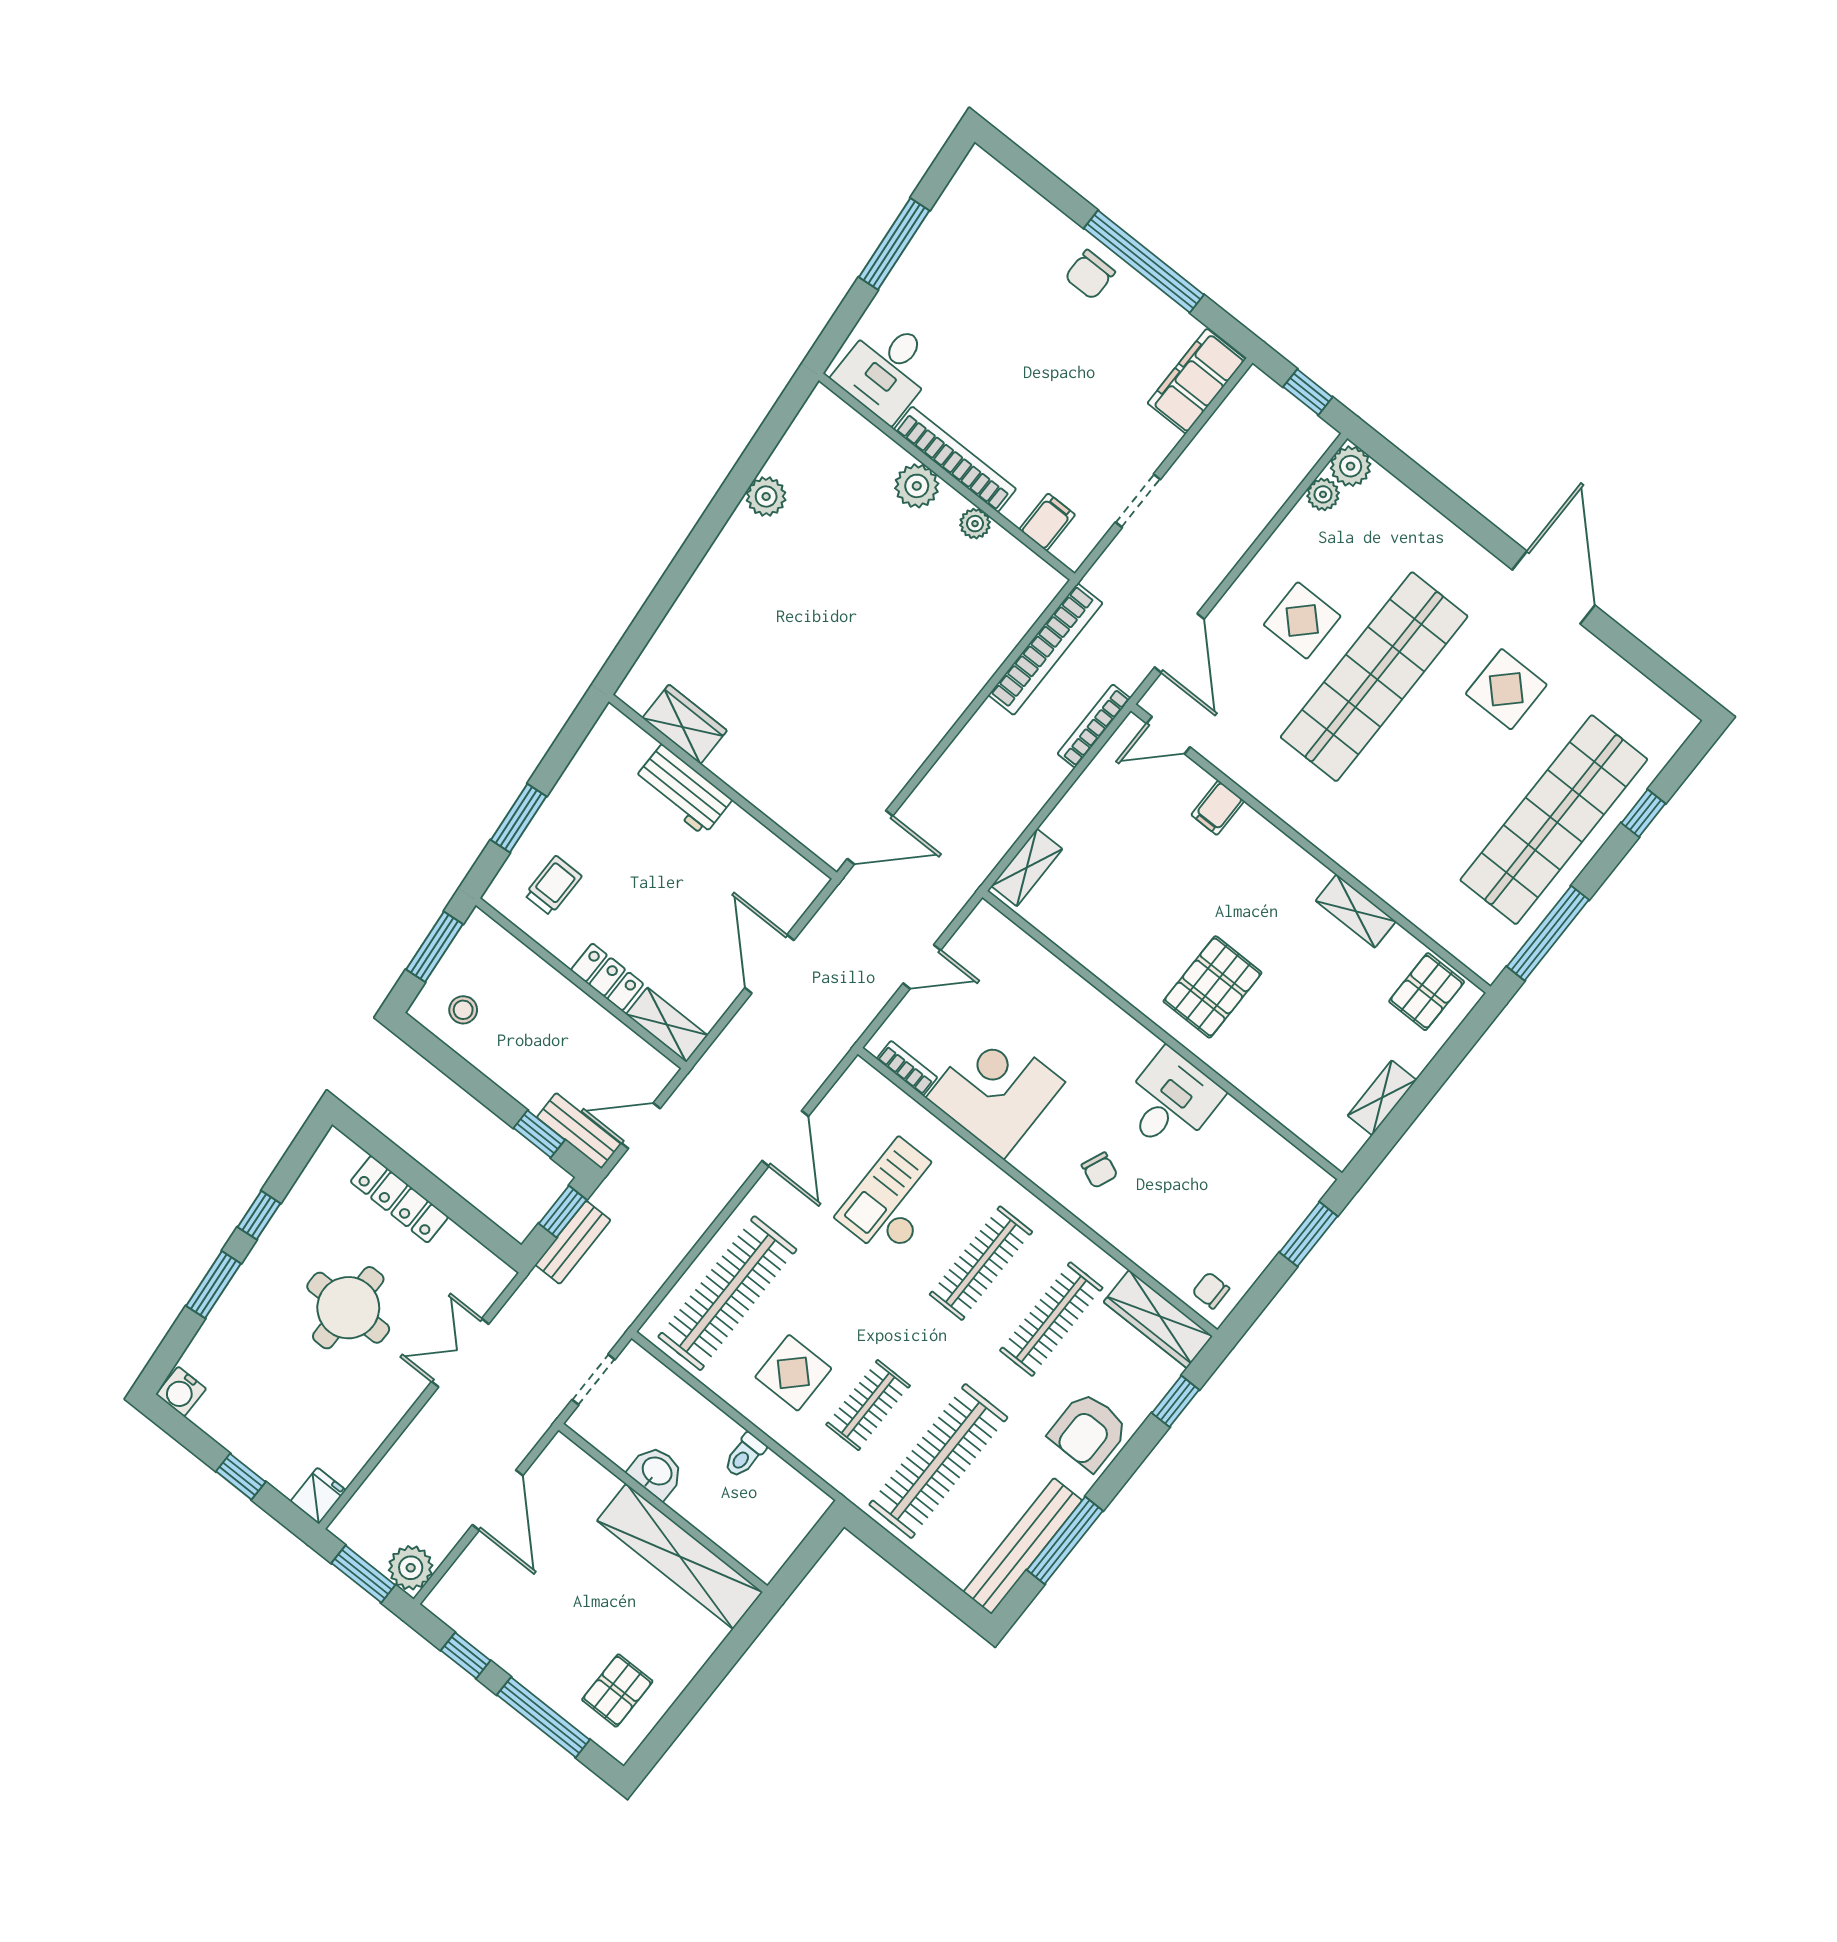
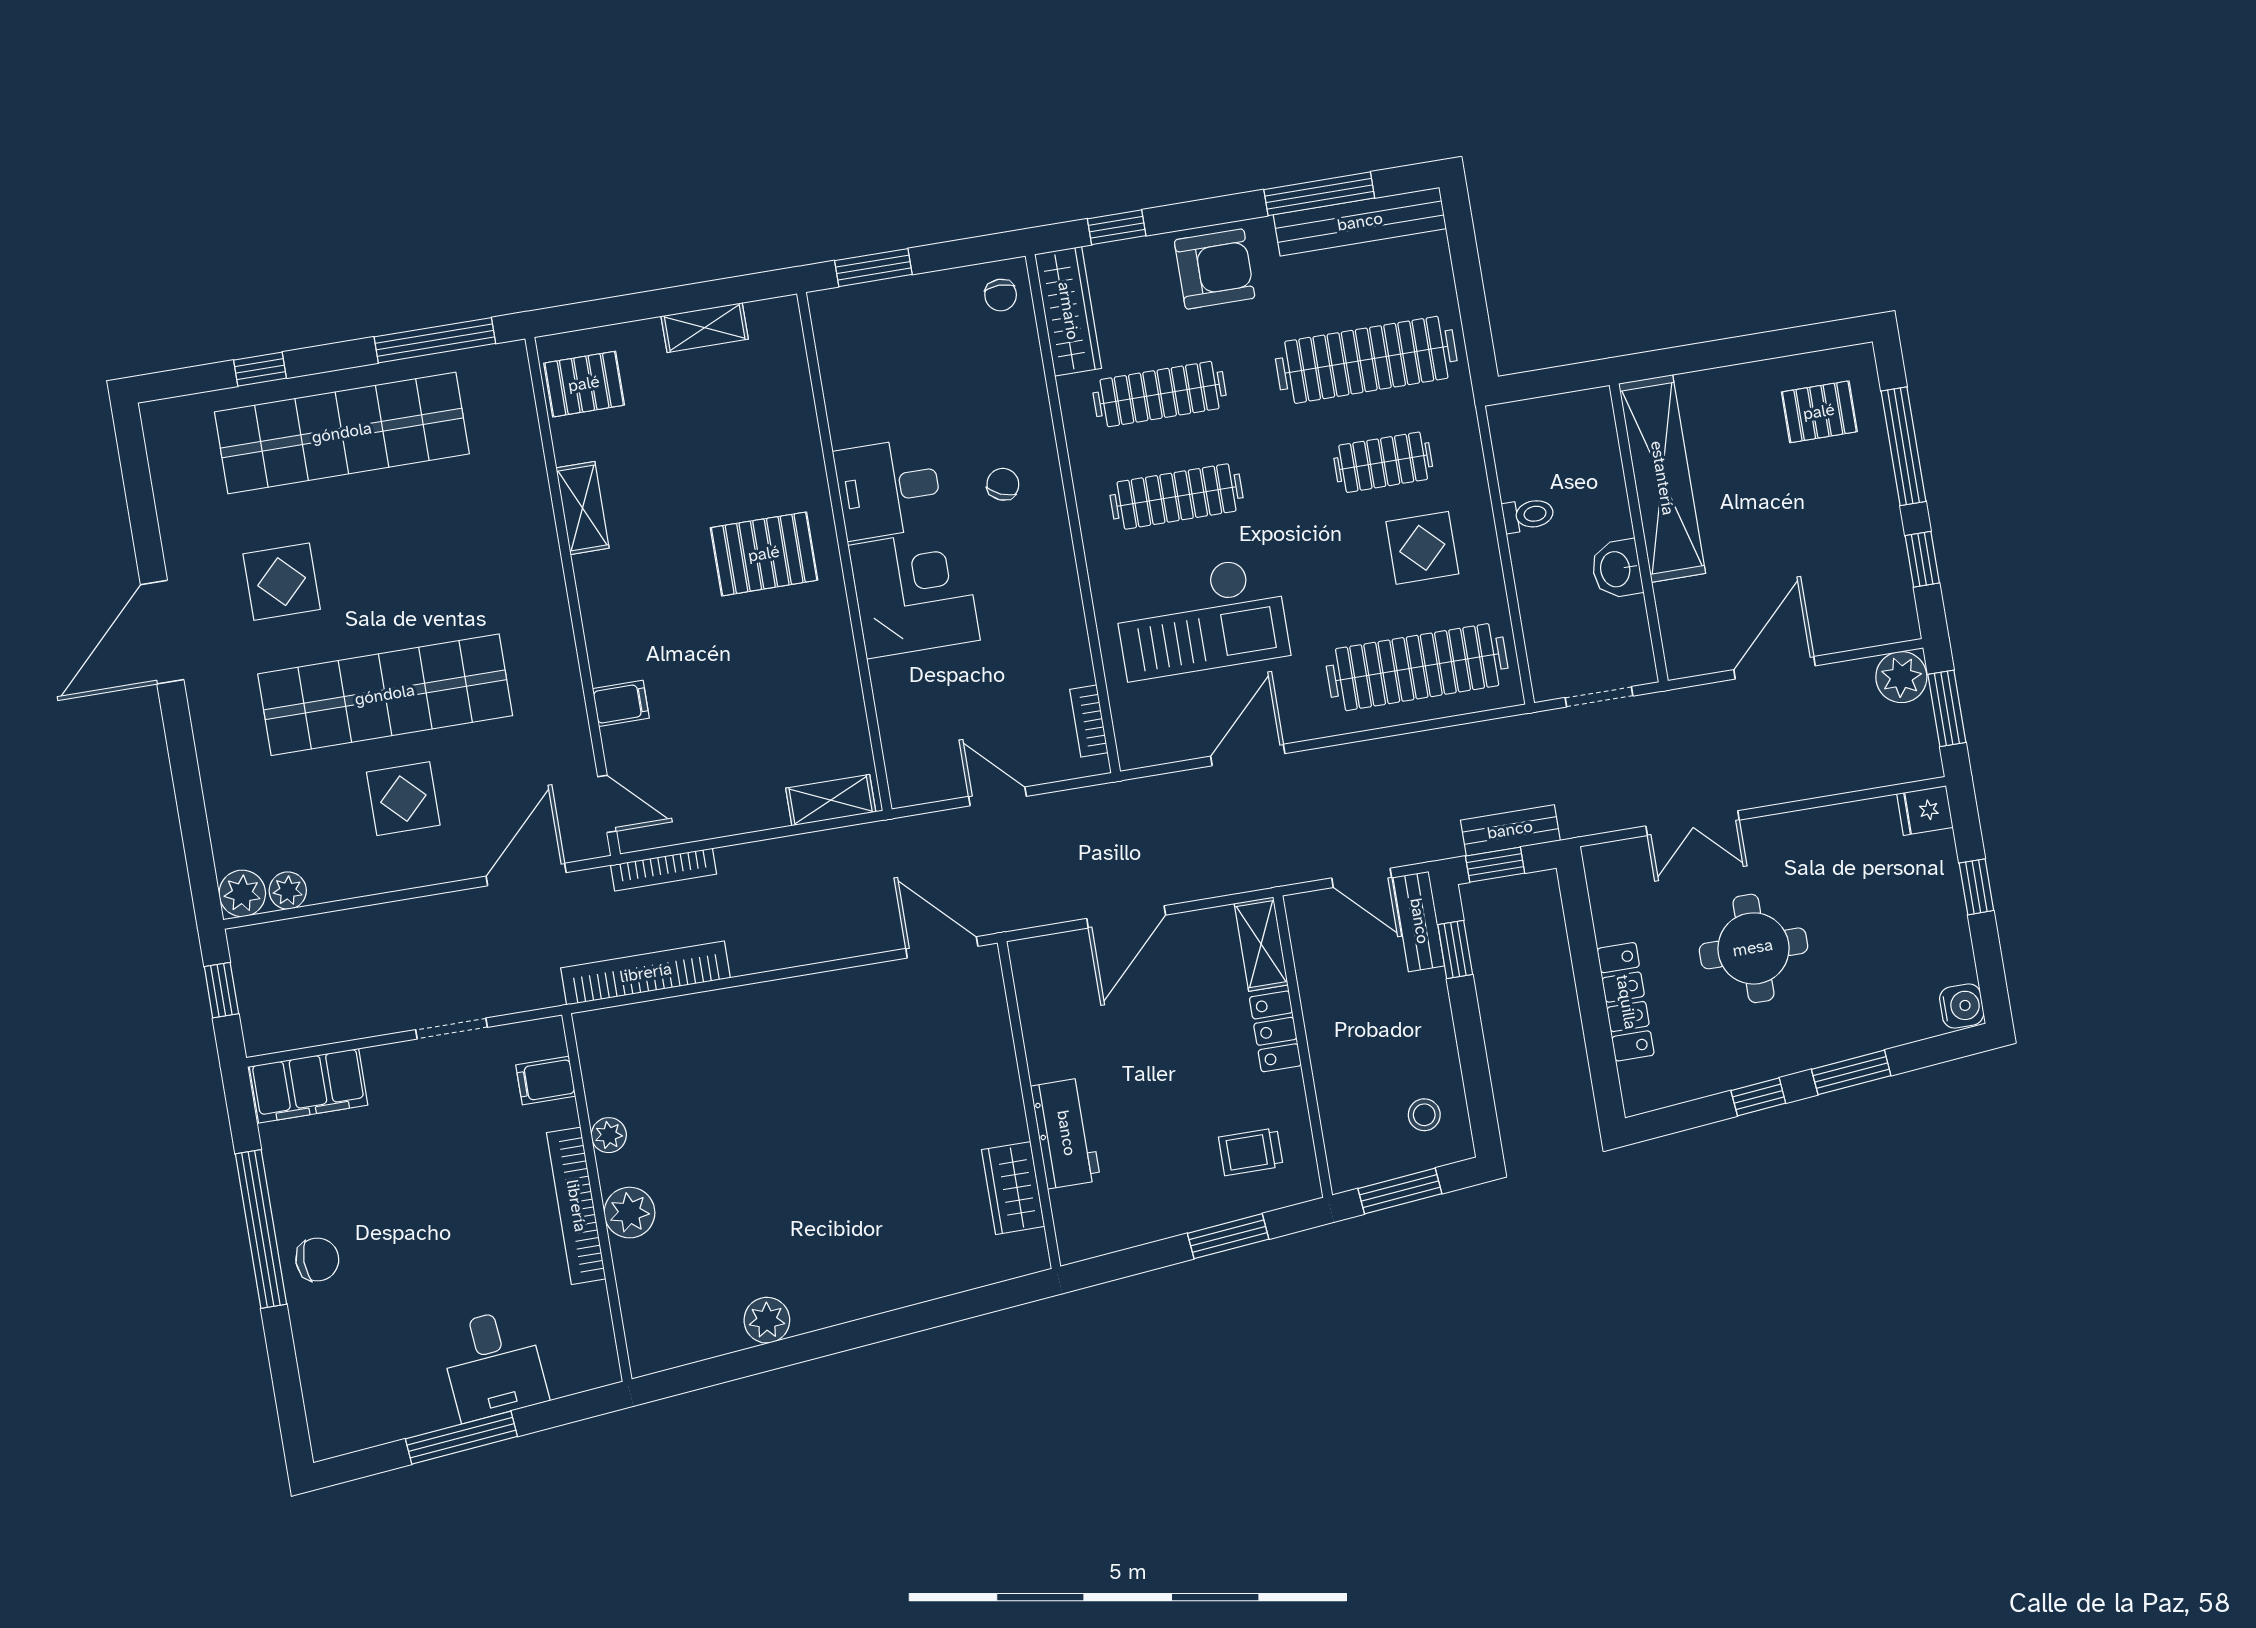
desk: (887, 369) -> (493, 1364), moved, turned 85
corner desk: (995, 1090) -> (914, 593), moved, turned 180
checkout: (895, 1199) -> (1201, 618), width x1.36, depth x1.21

